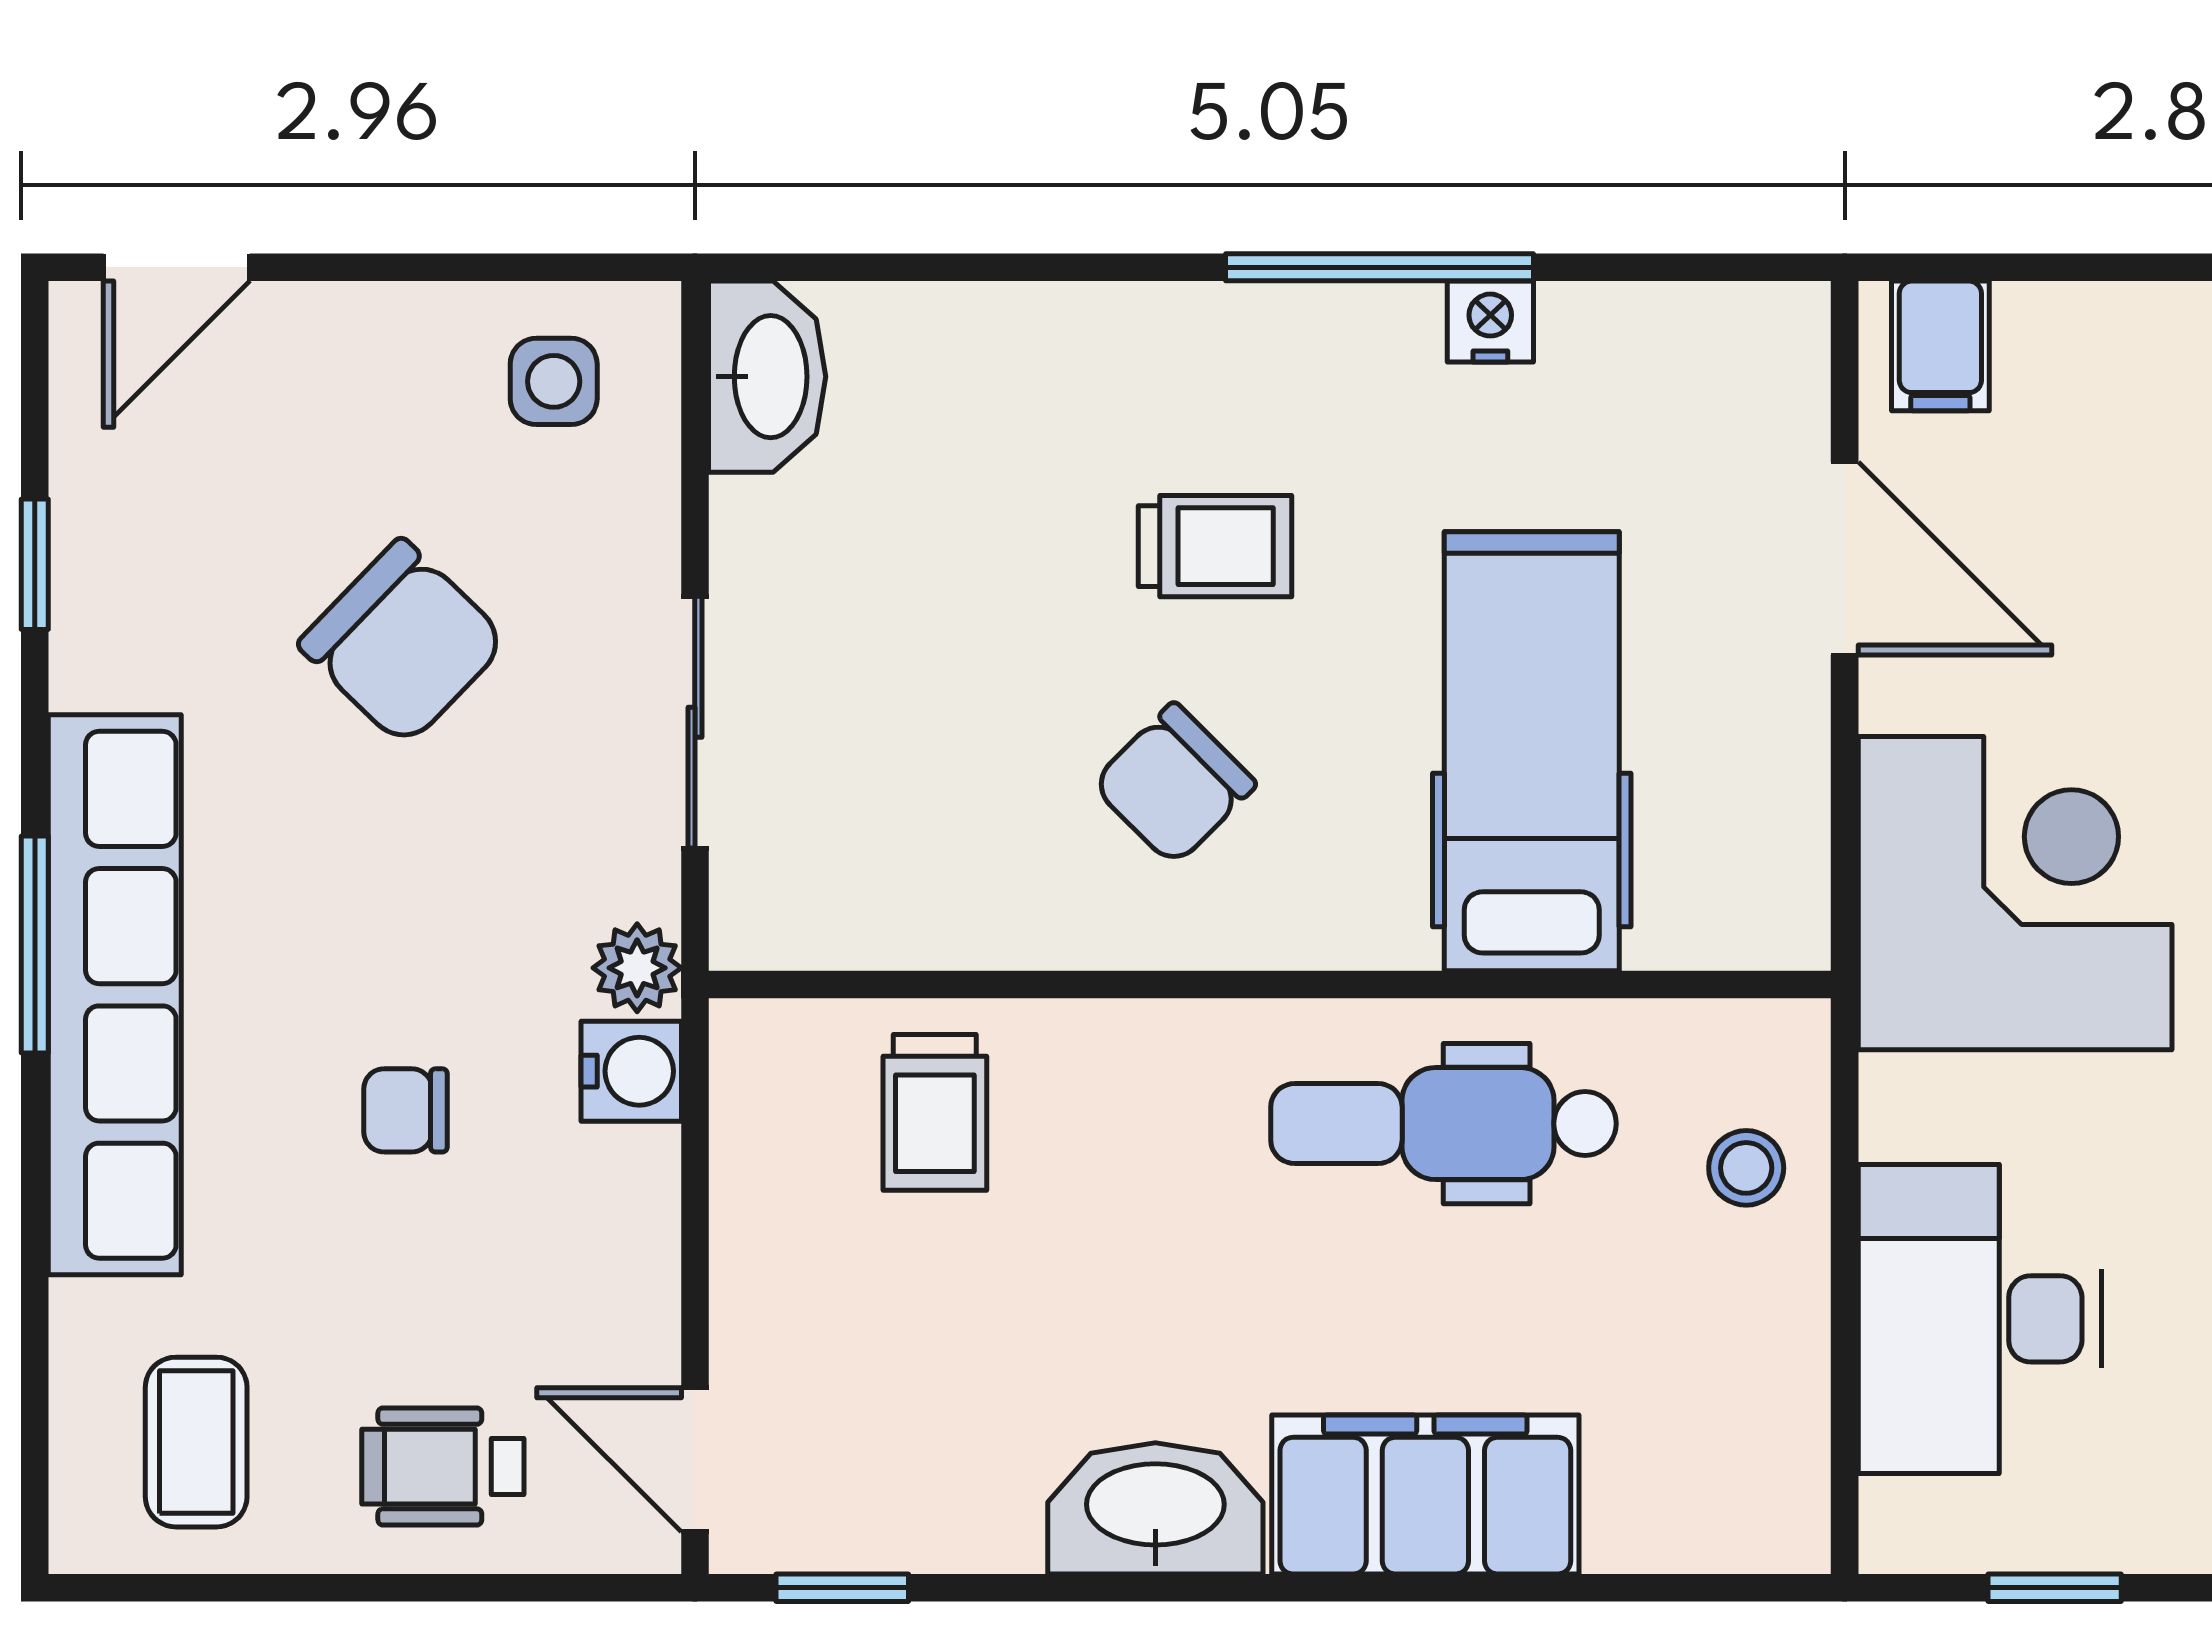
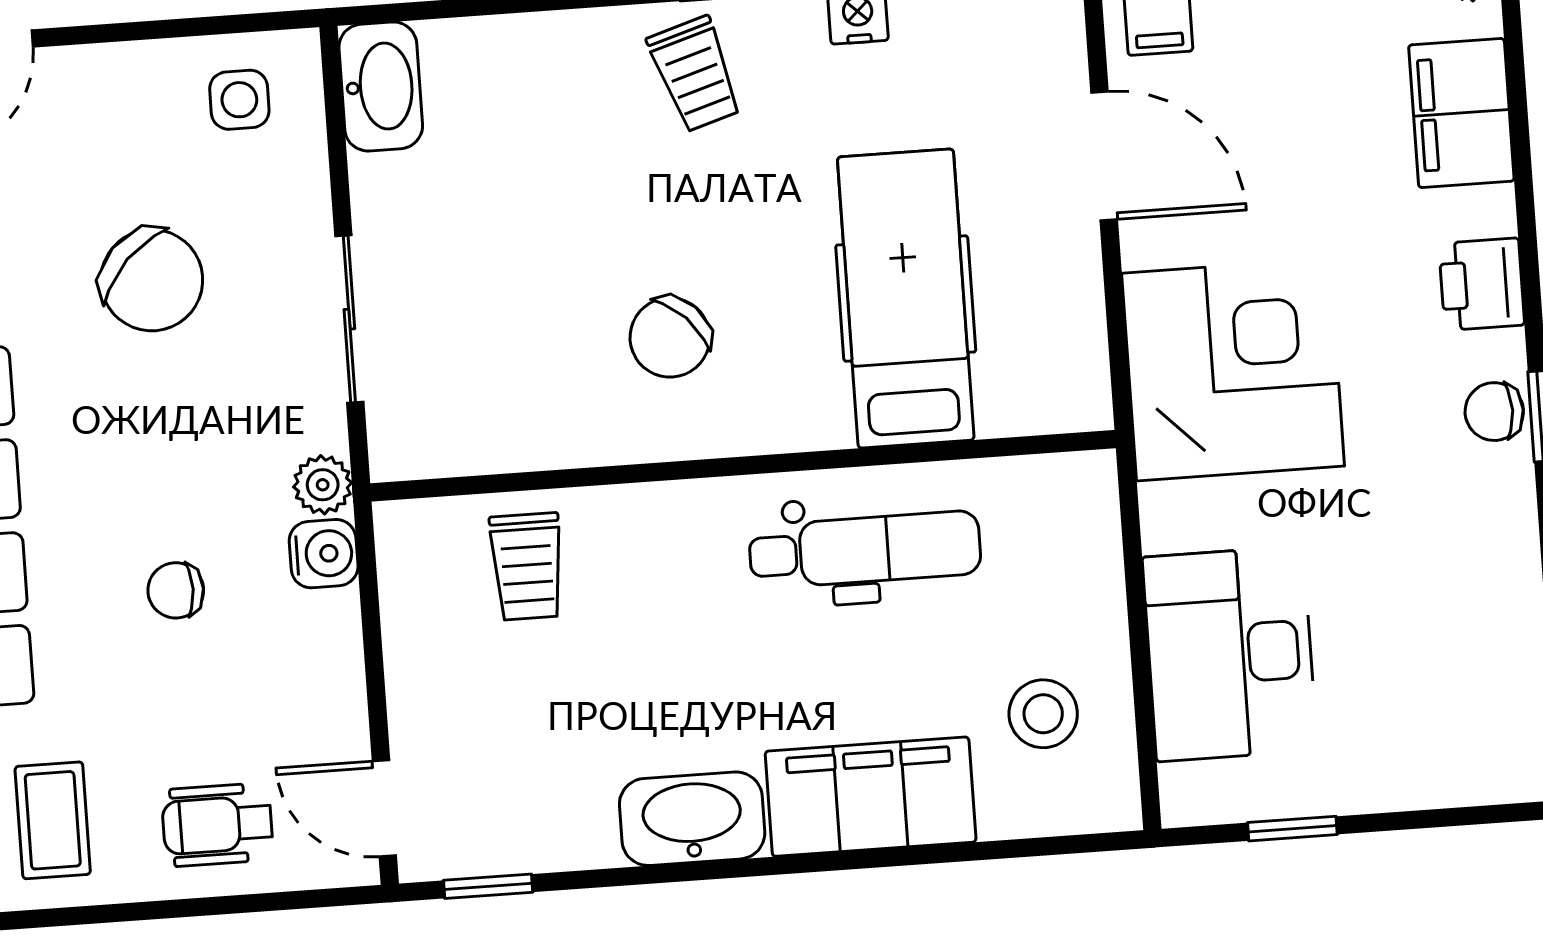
trolley: (1215, 546) -> (695, 74), moved, turned 73
dental chair: (1443, 1124) -> (865, 550), turned 180
stool: (1746, 1168) -> (1043, 714), moved, width x1.37, depth x1.37

